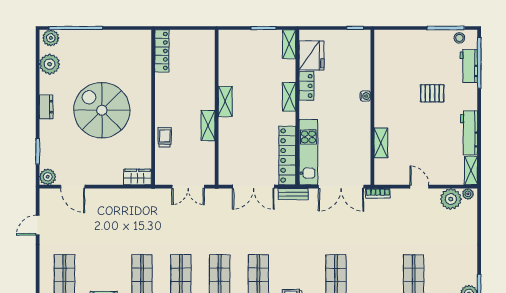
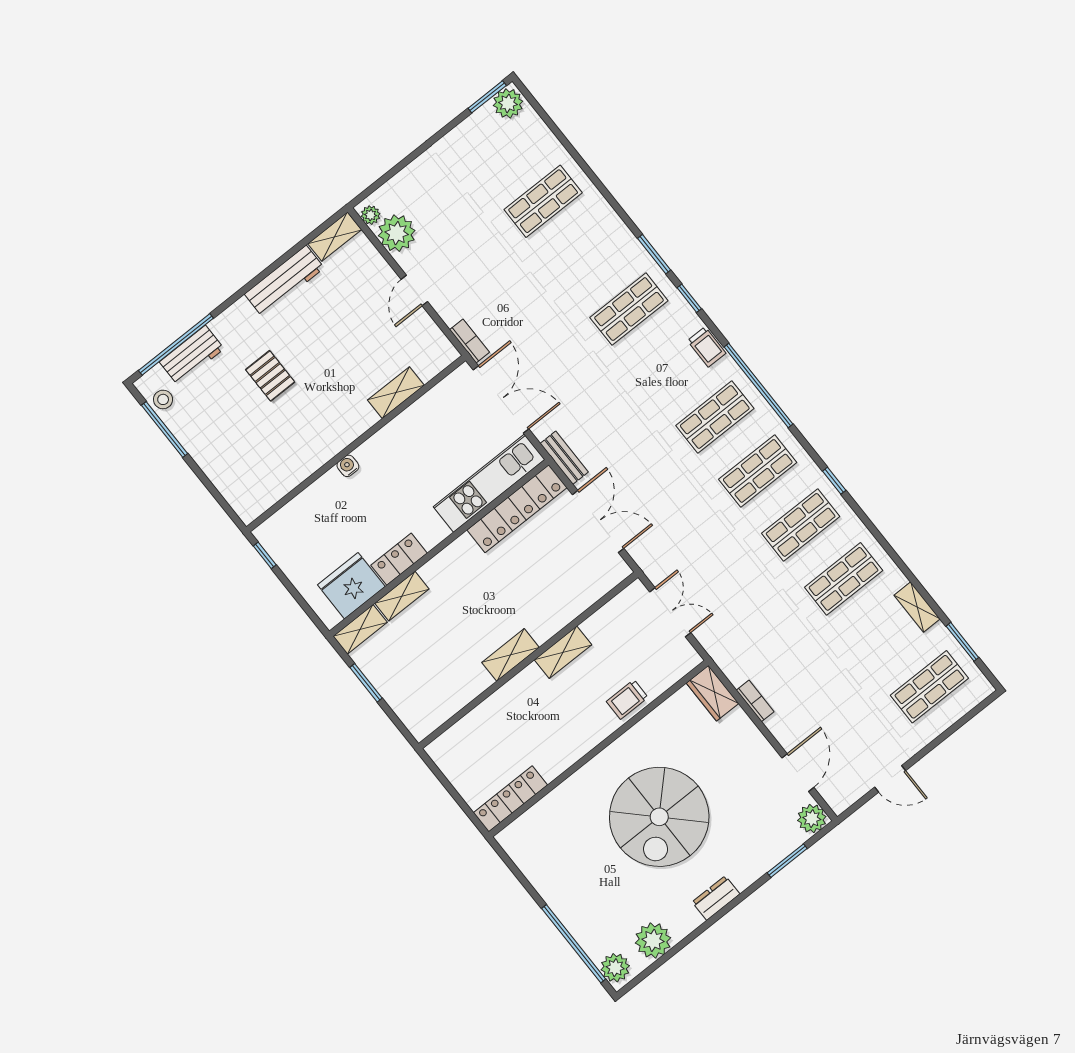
shelving: (289, 97) -> (402, 596), moved
bookcase: (119, 193) -> (755, 701), added

